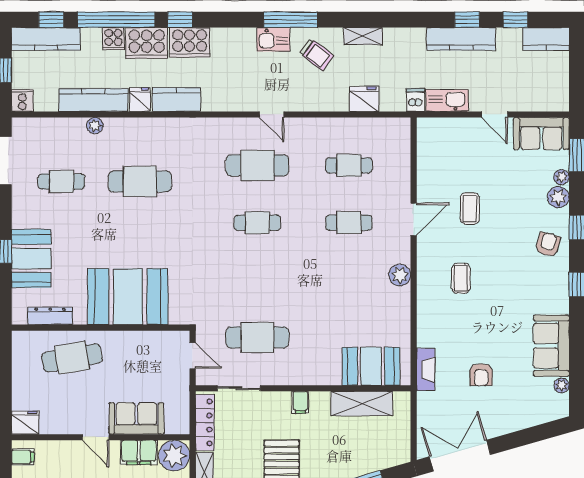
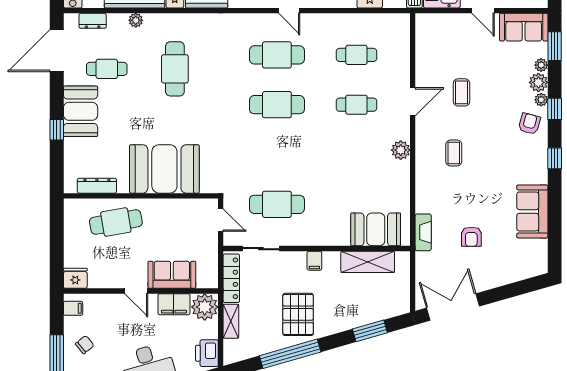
dresser: (45, 126) -> (93, 21), added
cafe table: (140, 181) -> (175, 69), turned 90
cafe table: (257, 223) -> (277, 105), width x1.37, depth x1.35
booth: (31, 258) -> (81, 111), moved
plant: (562, 385) -> (541, 100), moved

